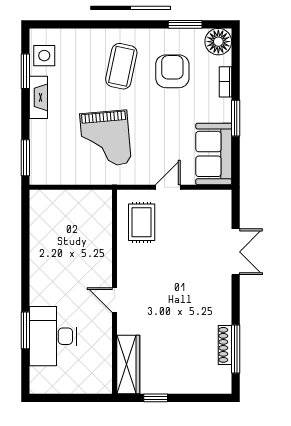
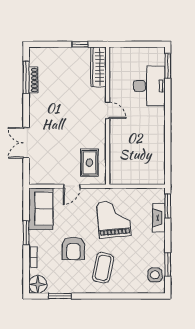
armchair: (172, 71) -> (73, 248), moved
fireplace: (38, 97) -> (159, 218), moved
window: (25, 330) -> (168, 66), moved

